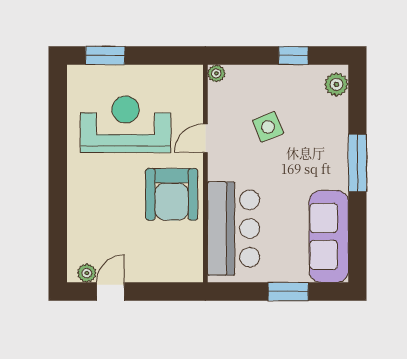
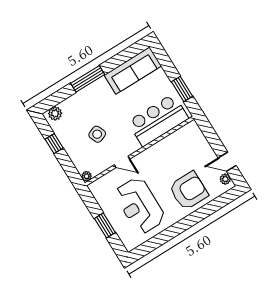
window: (105, 56) -> (105, 225), moved
armchair: (172, 194) -> (189, 191), moved
window: (288, 292) -> (182, 89), moved

